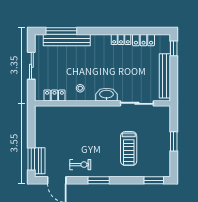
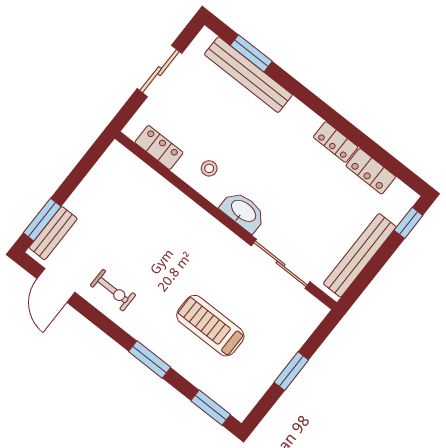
window: (61, 31) -> (251, 53), width x0.69
treadmill: (129, 149) -> (210, 326), turned 90
window: (99, 180) -> (150, 359), moved

